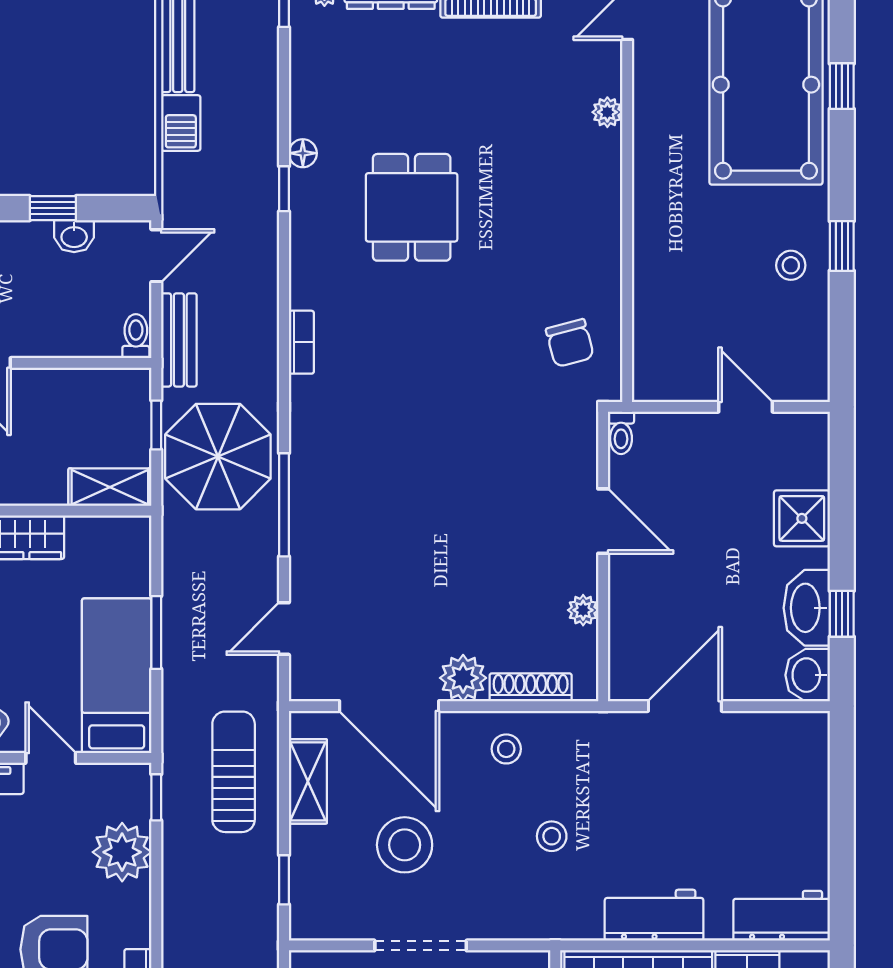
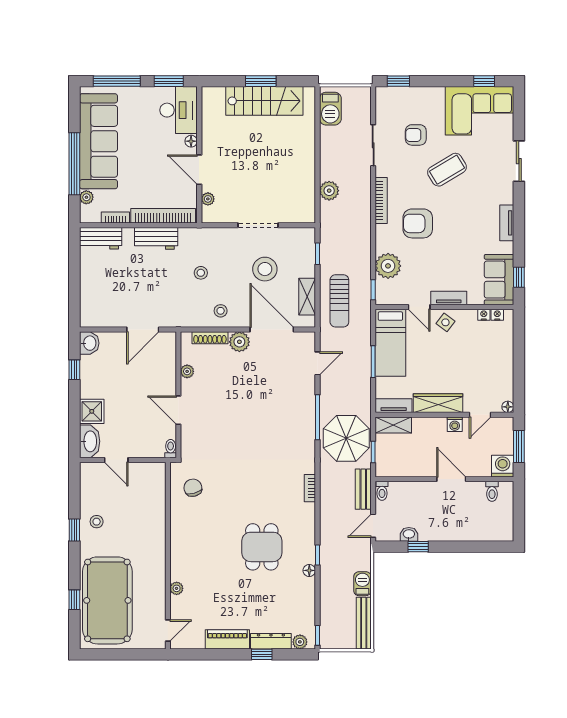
tv unit: (109, 531) -> (394, 406), added
washbasin: (807, 608) -> (90, 441), moved

